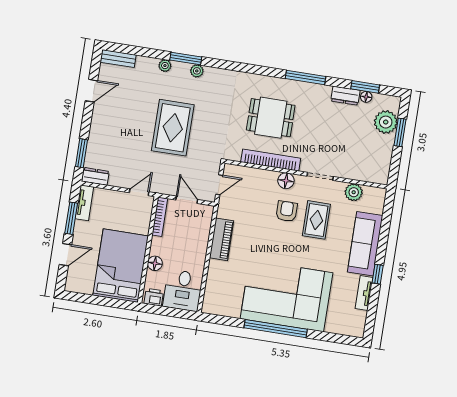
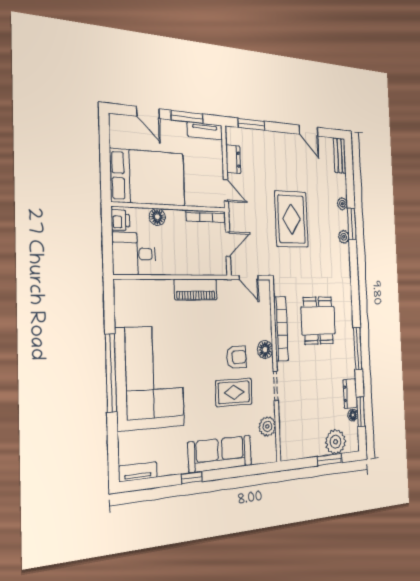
rug: (173, 128) -> (291, 219), turned 90
dresser: (95, 176) -> (233, 159), moved
tv unit: (364, 293) -> (138, 472), moved

